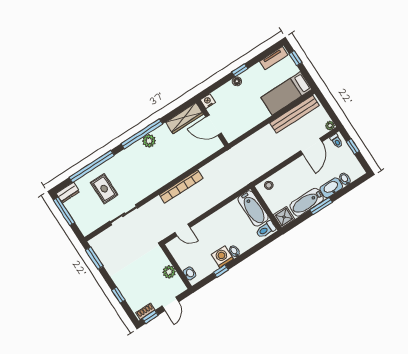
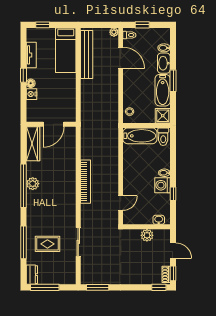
tv unit: (274, 58) -> (31, 55), moved
nightstand: (208, 101) -> (31, 94), moved
window: (92, 166) -> (23, 242), width x0.68
window: (118, 295) -> (159, 287), moved

